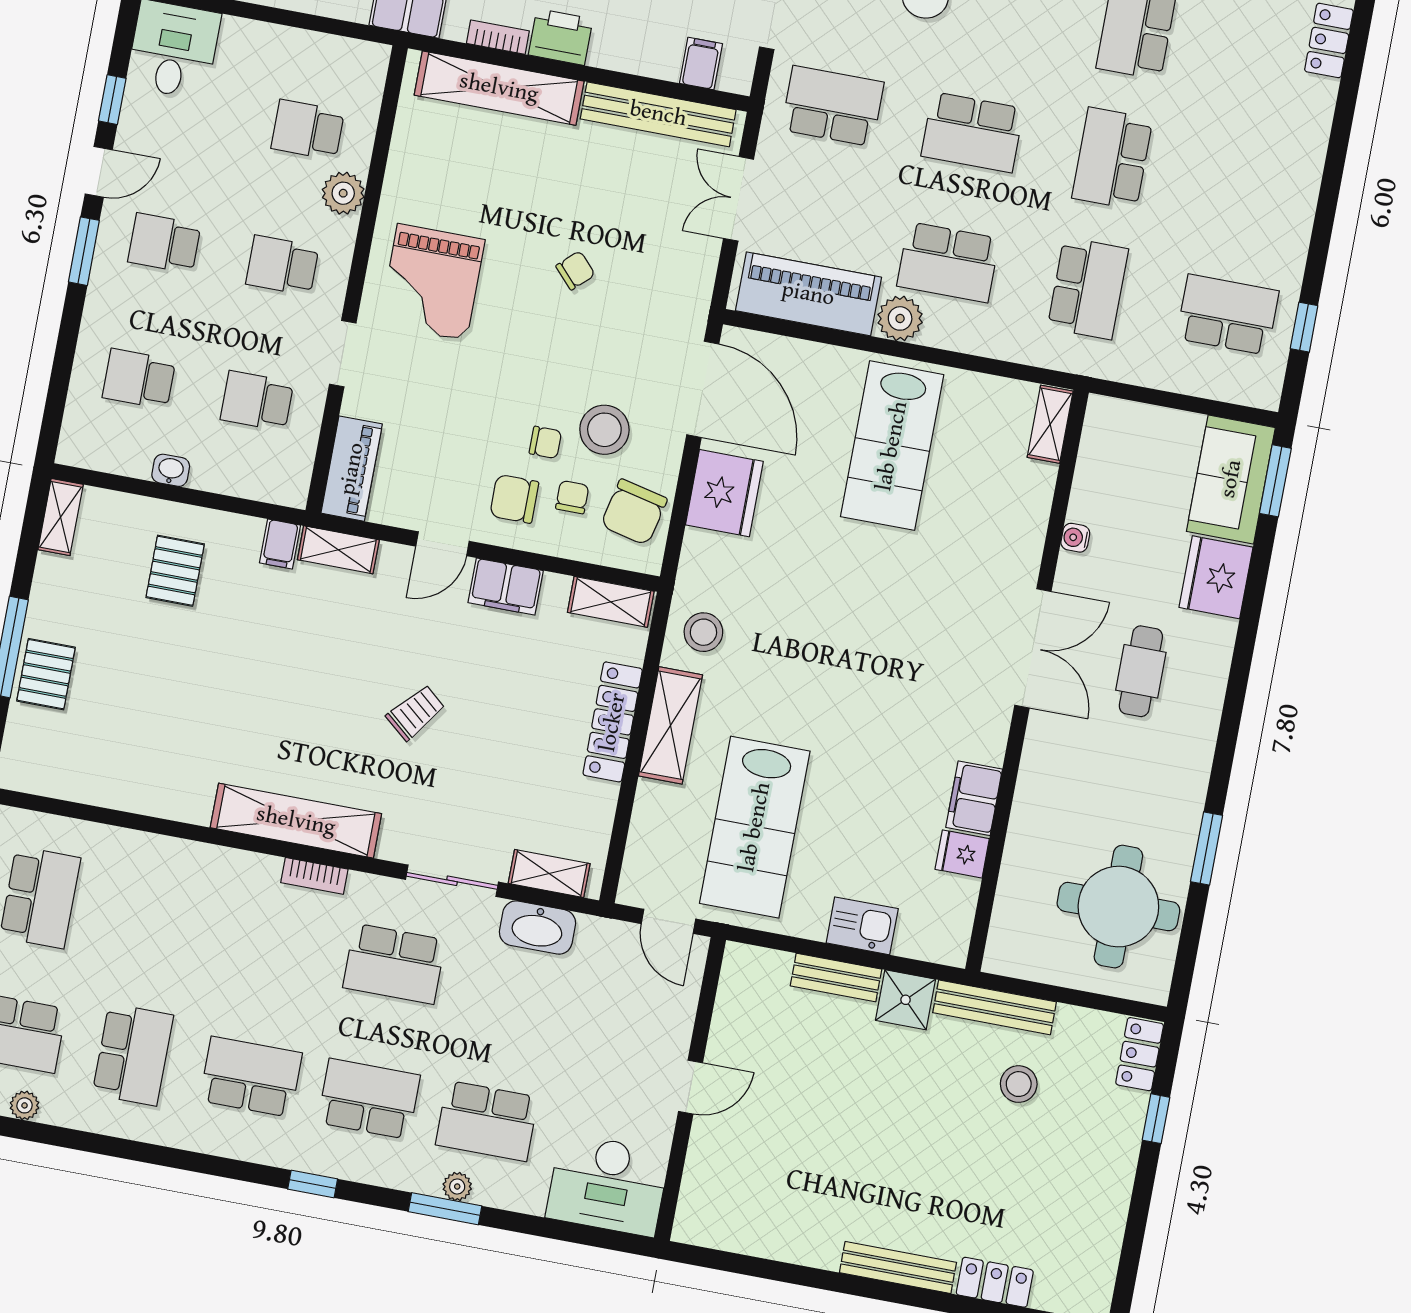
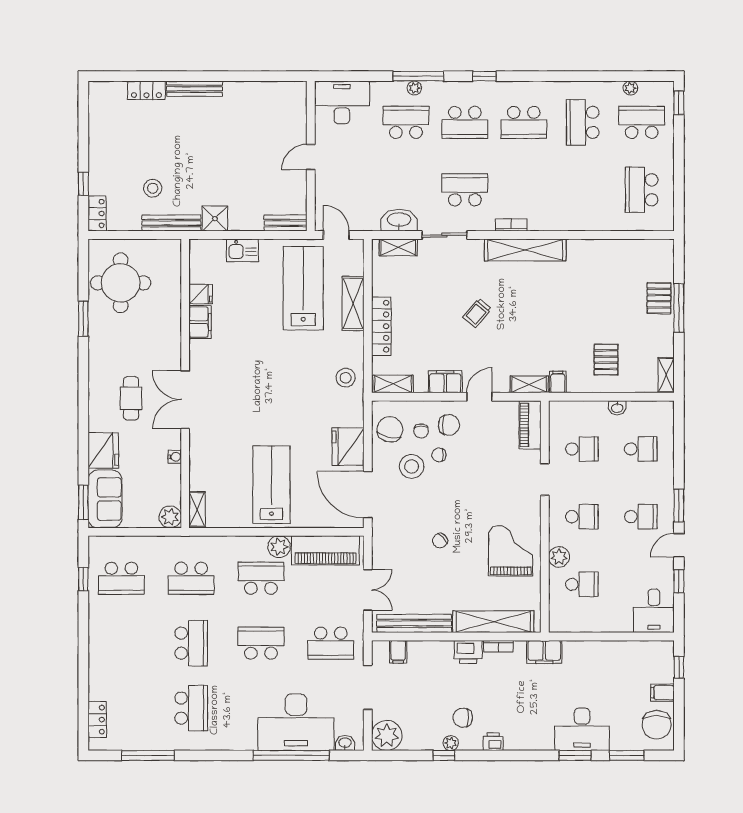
grand piano: (432, 282) -> (511, 551), moved
school desk: (1088, 288) -> (191, 578), turned -90
plant: (1107, 419) -> (170, 517), added
shelving: (670, 725) -> (353, 303), moved
bench: (836, 977) -> (286, 223), moved
window: (445, 1209) -> (418, 76), width x1.44

